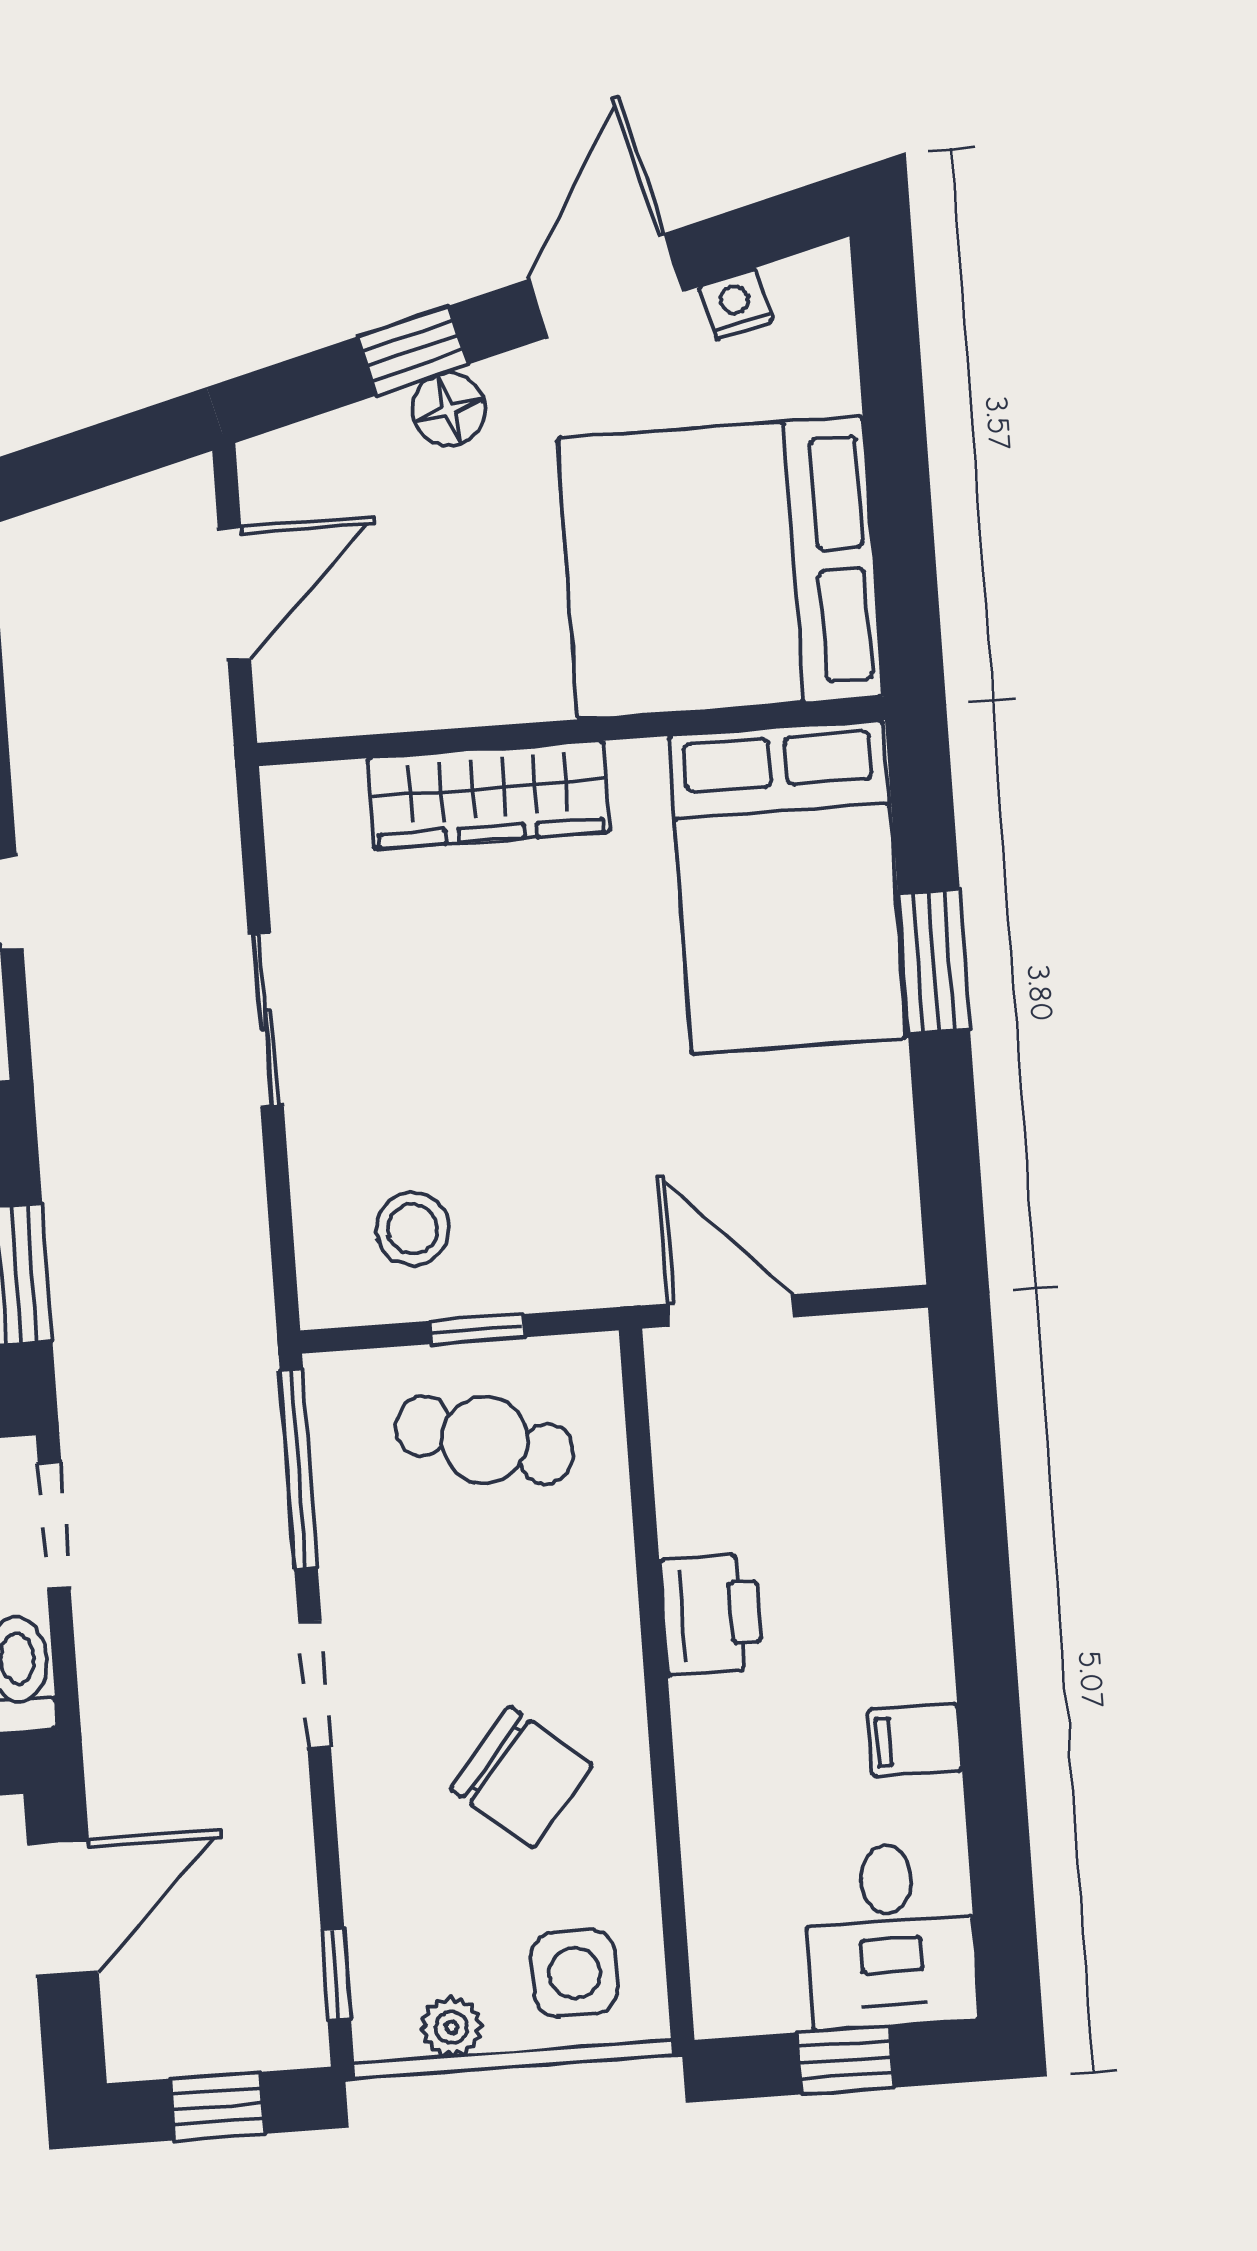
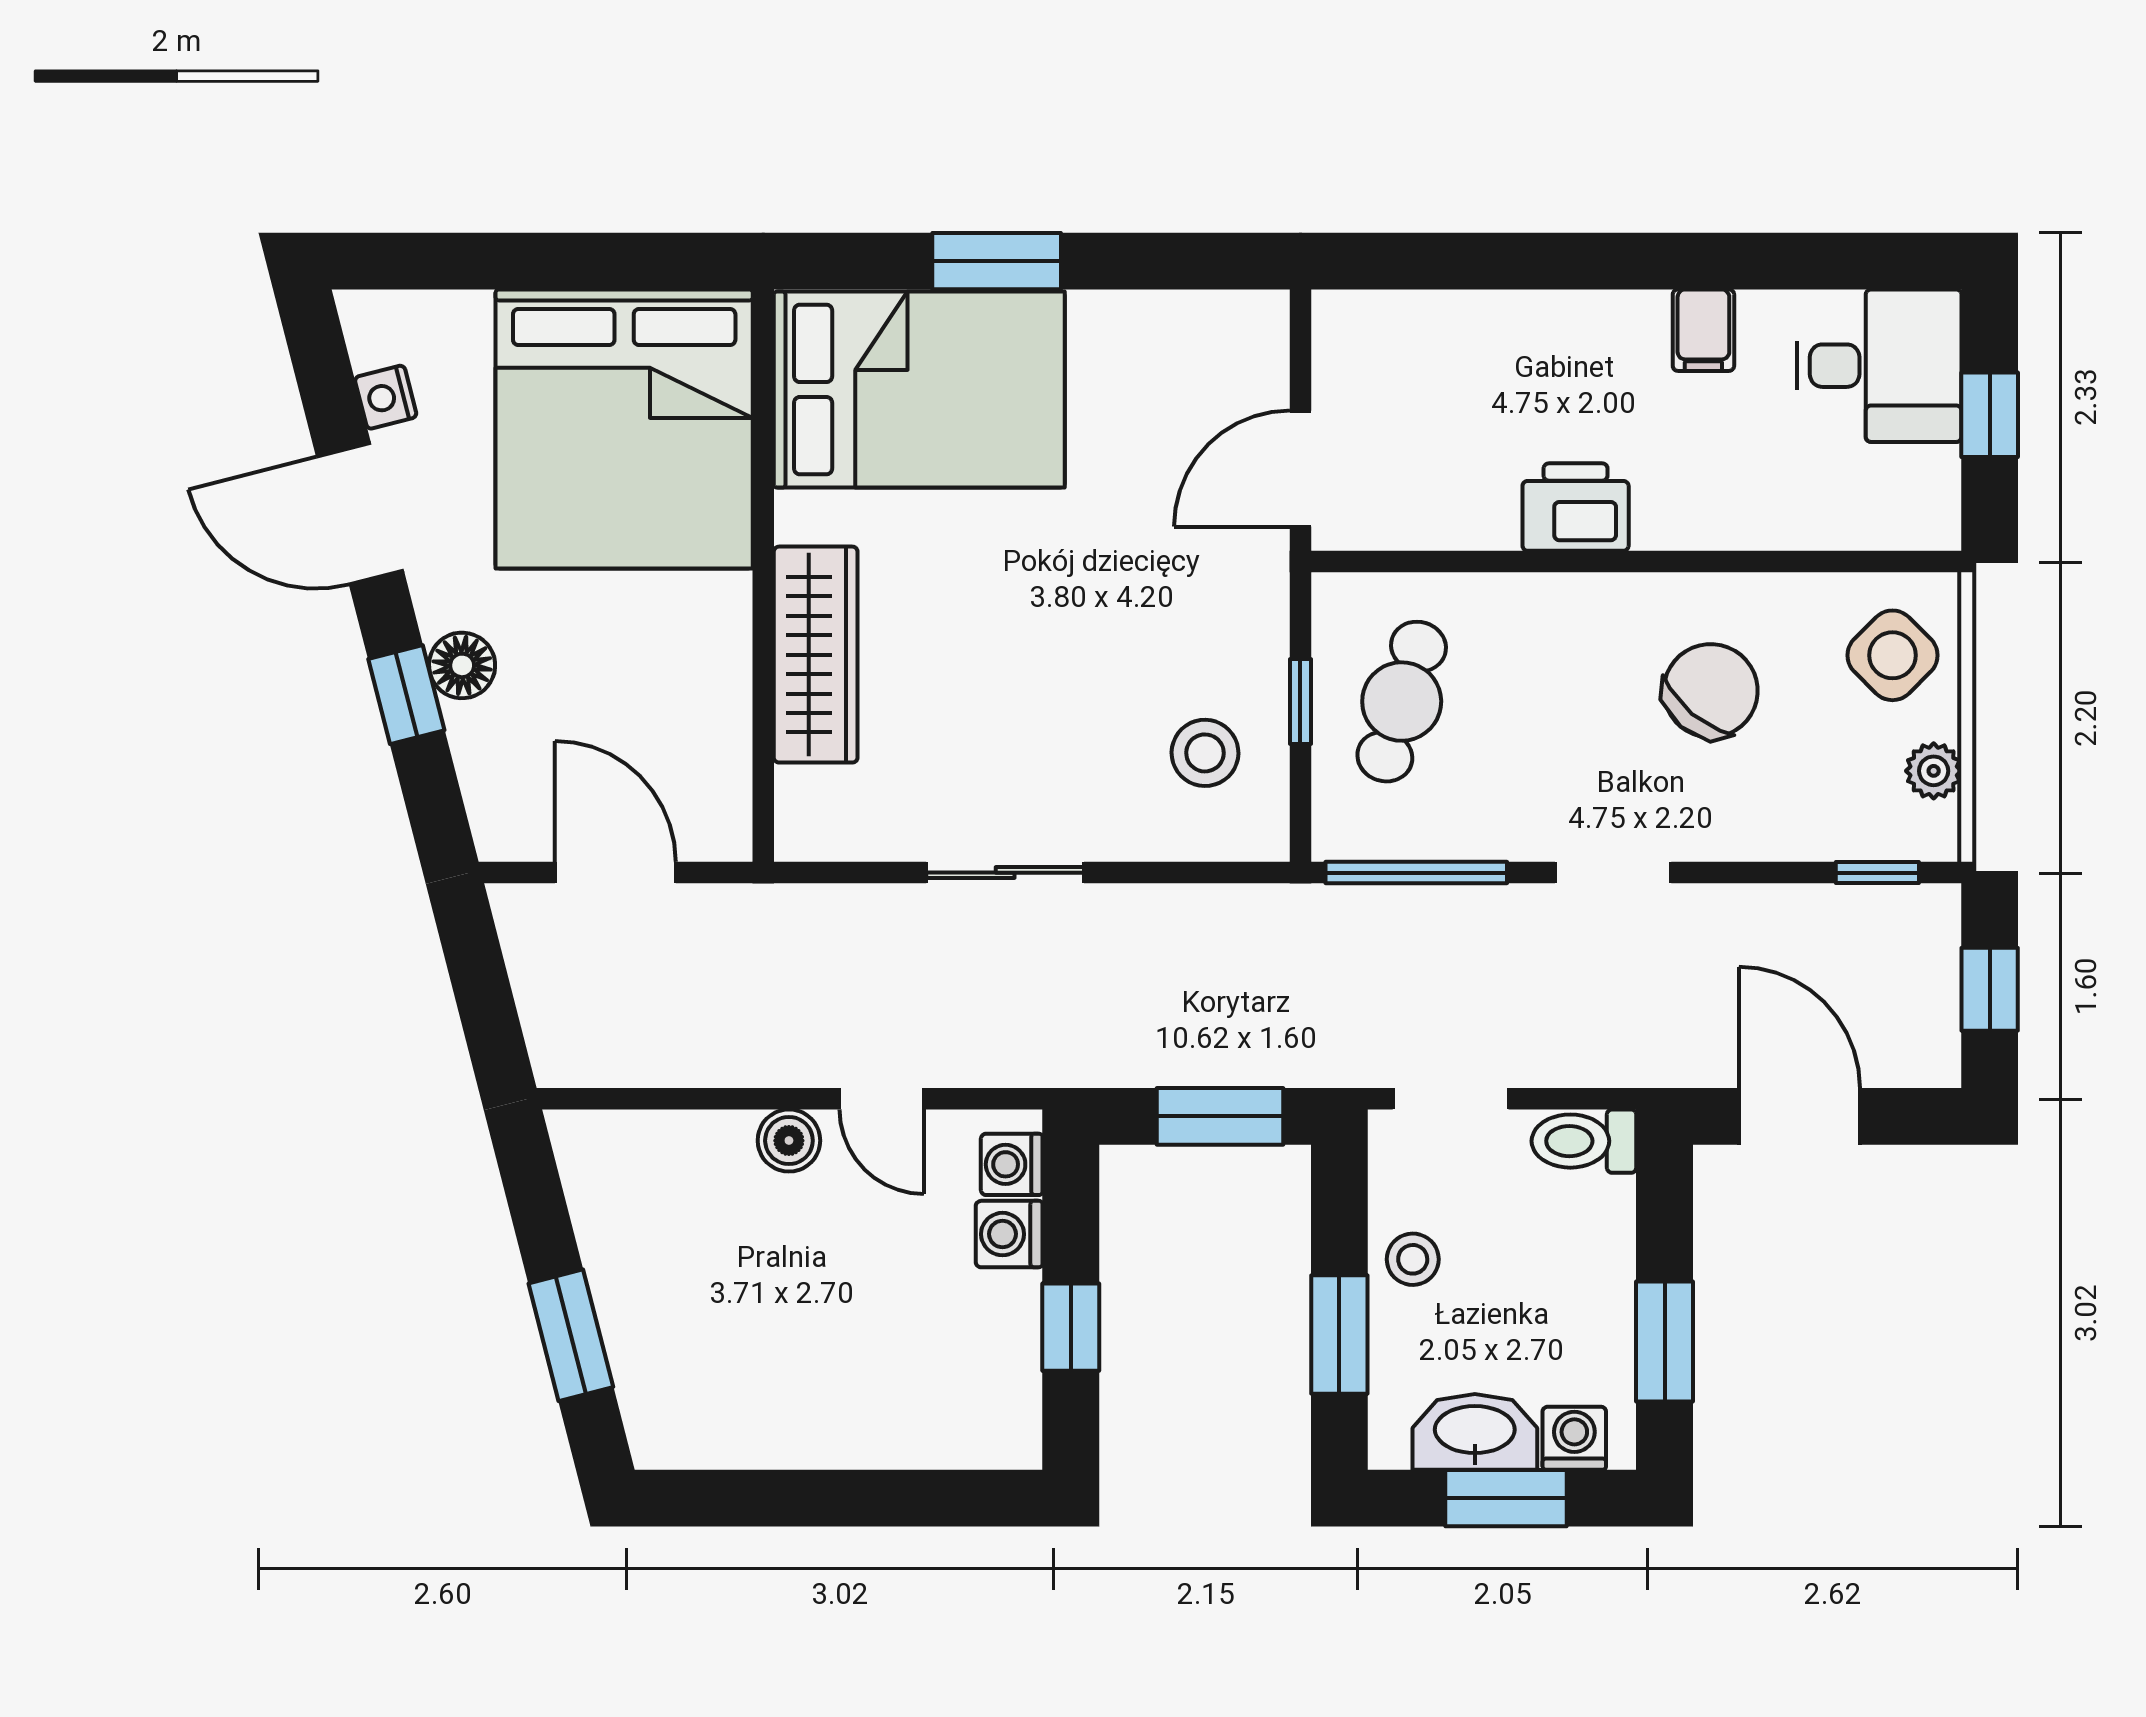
side table: (575, 1973) -> (1892, 655), turned 45

